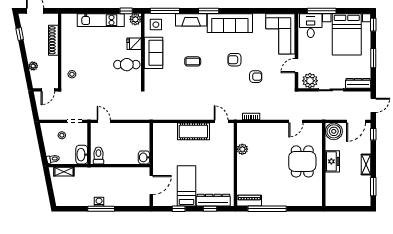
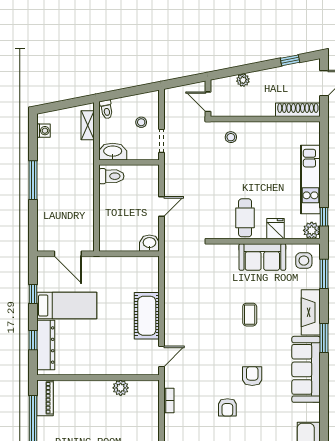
window: (165, 11) -> (324, 274), width x0.69
shoe rack: (53, 40) -> (298, 110), moved
door: (104, 121) -> (162, 207), moved
washbasin: (144, 157) -> (149, 243), moved
washing machine: (99, 202) -> (44, 131), moved

